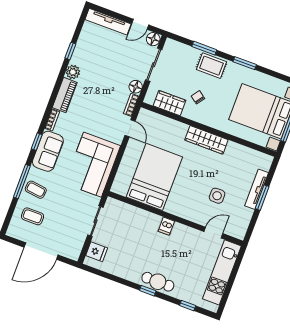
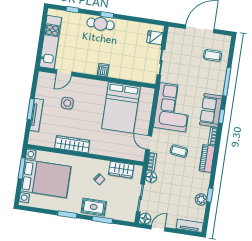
tv unit: (108, 22) -> (190, 226), width x0.71
plant: (73, 72) -> (201, 199), moved
wardrobe: (206, 140) -> (72, 144), moved
coffee table: (36, 190) -> (179, 151), moved

